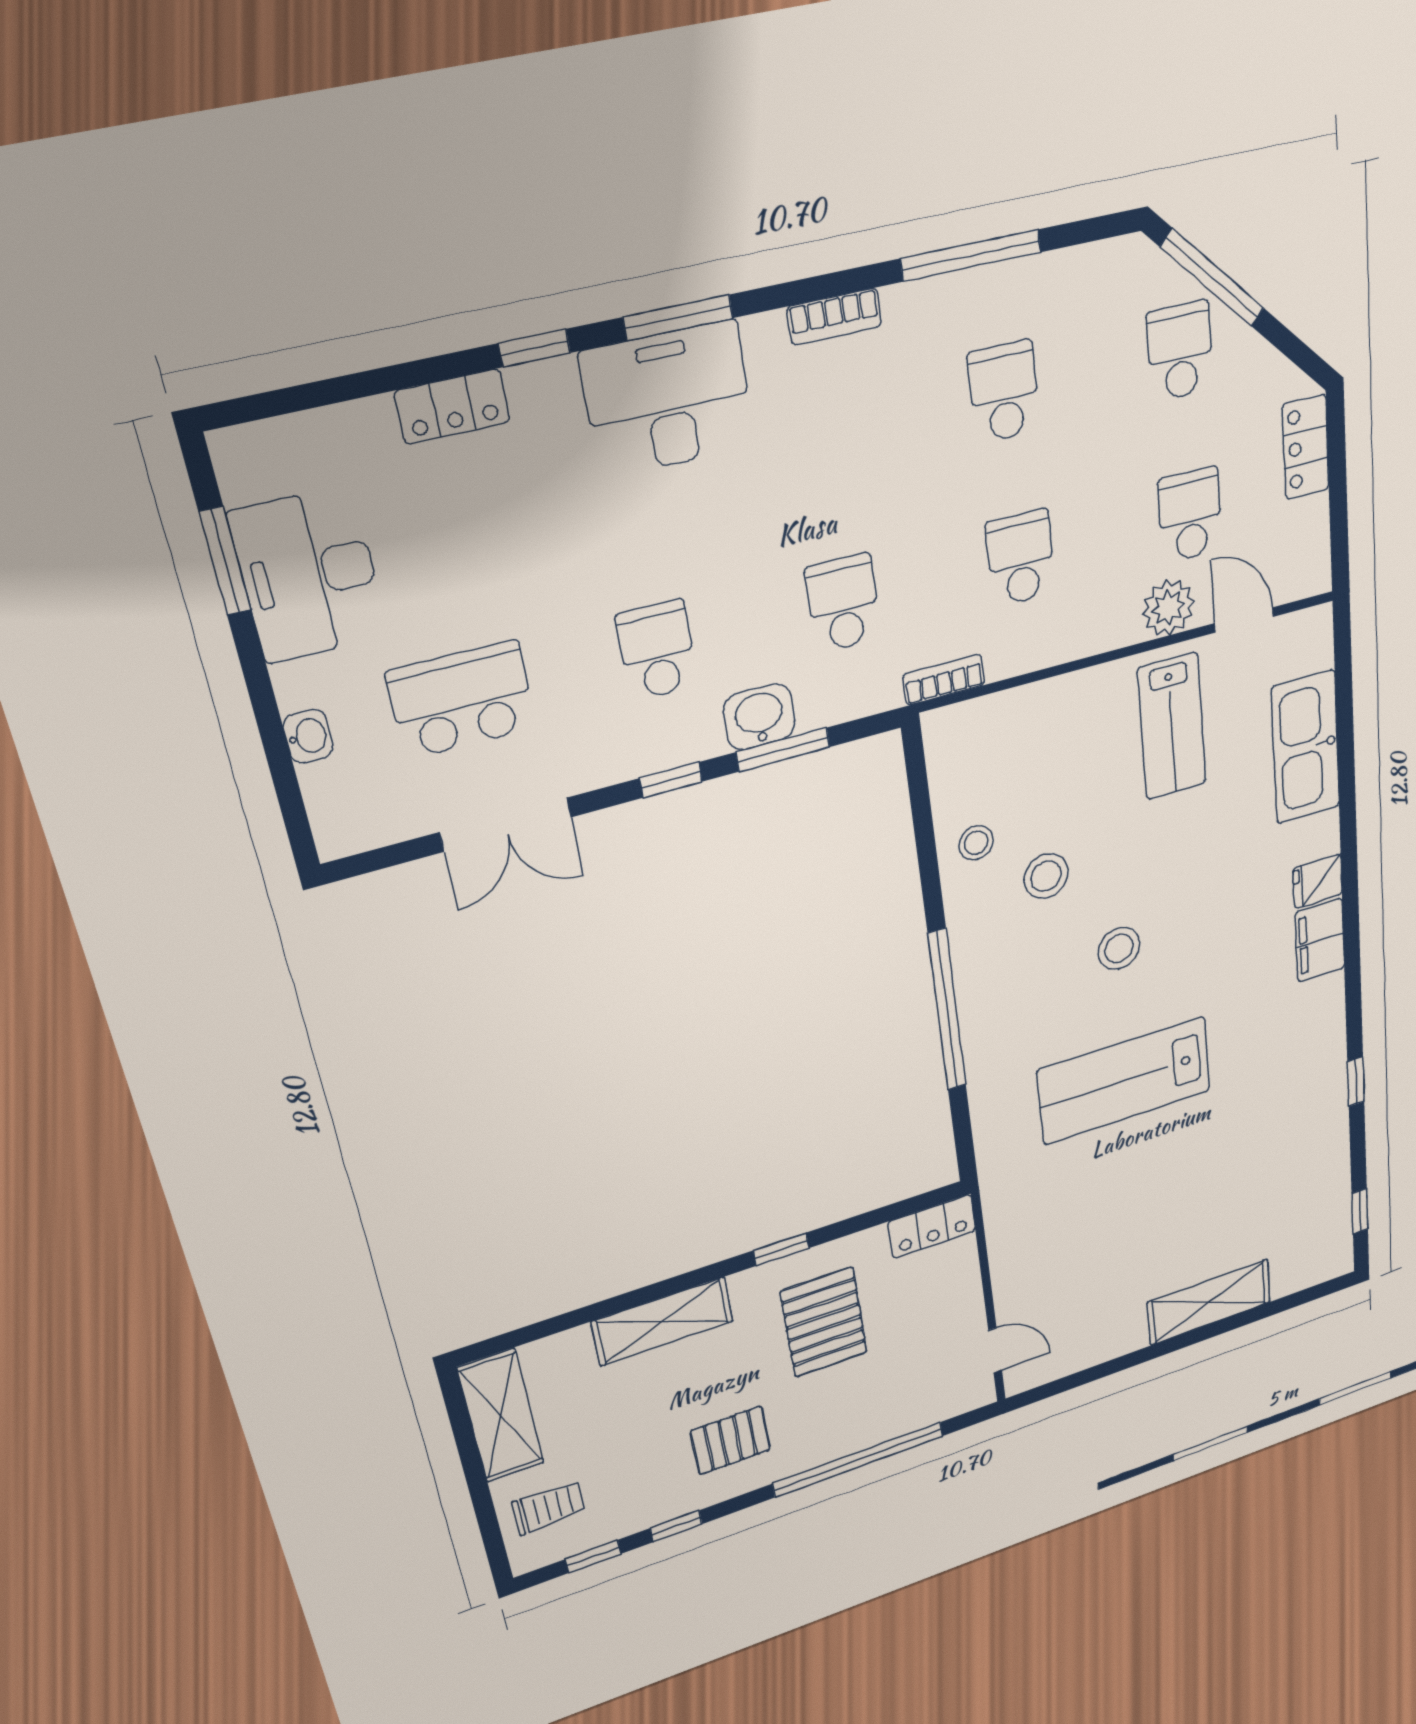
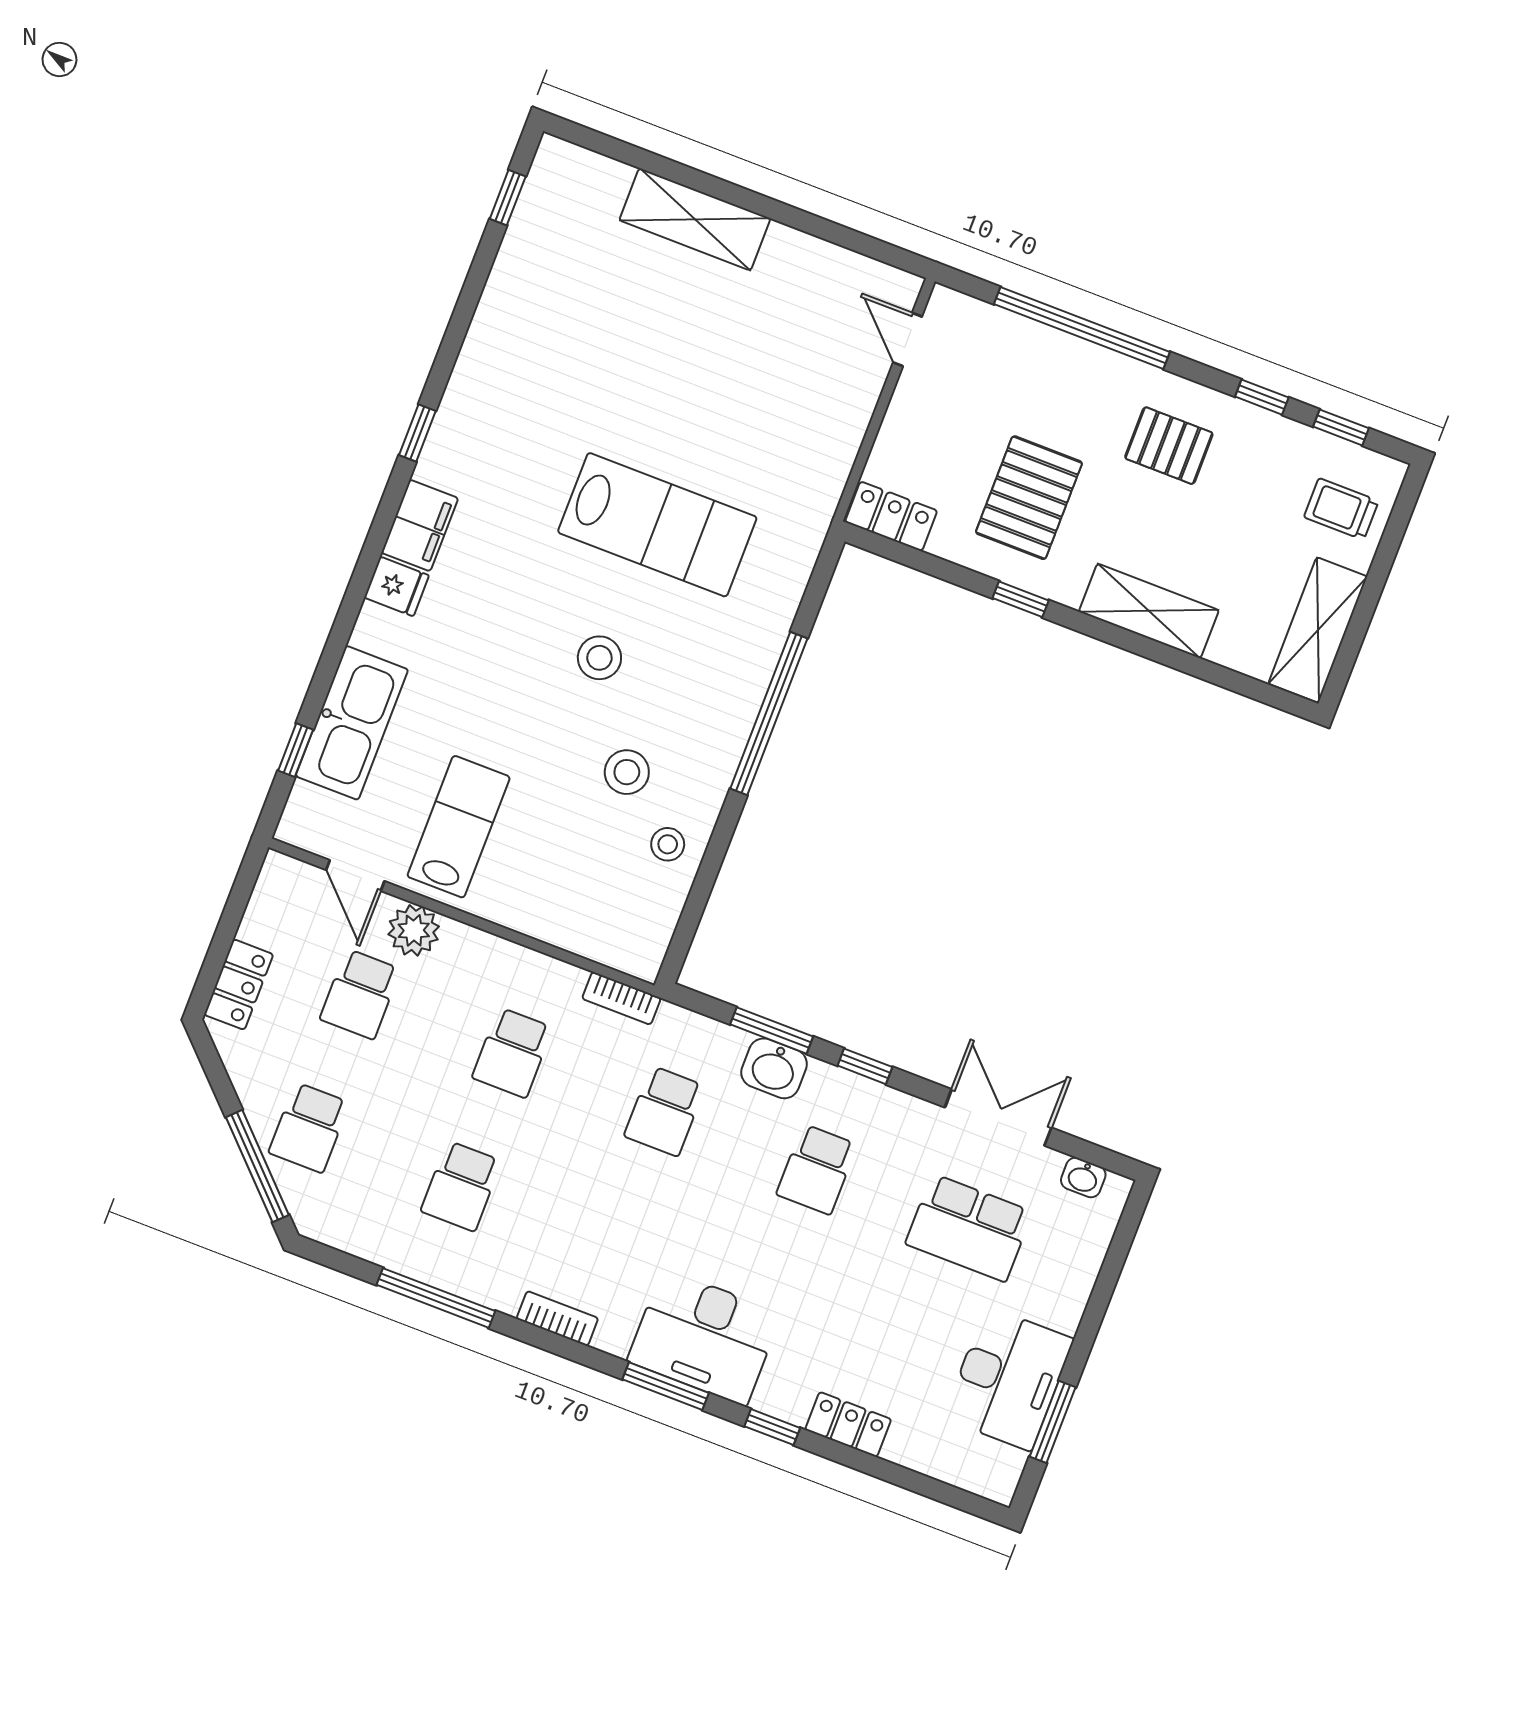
window: (1344, 691) -> (296, 750), added
washbasin: (308, 736) -> (1083, 1177), moved, turned -90
window: (1356, 1081) -> (417, 433), moved

